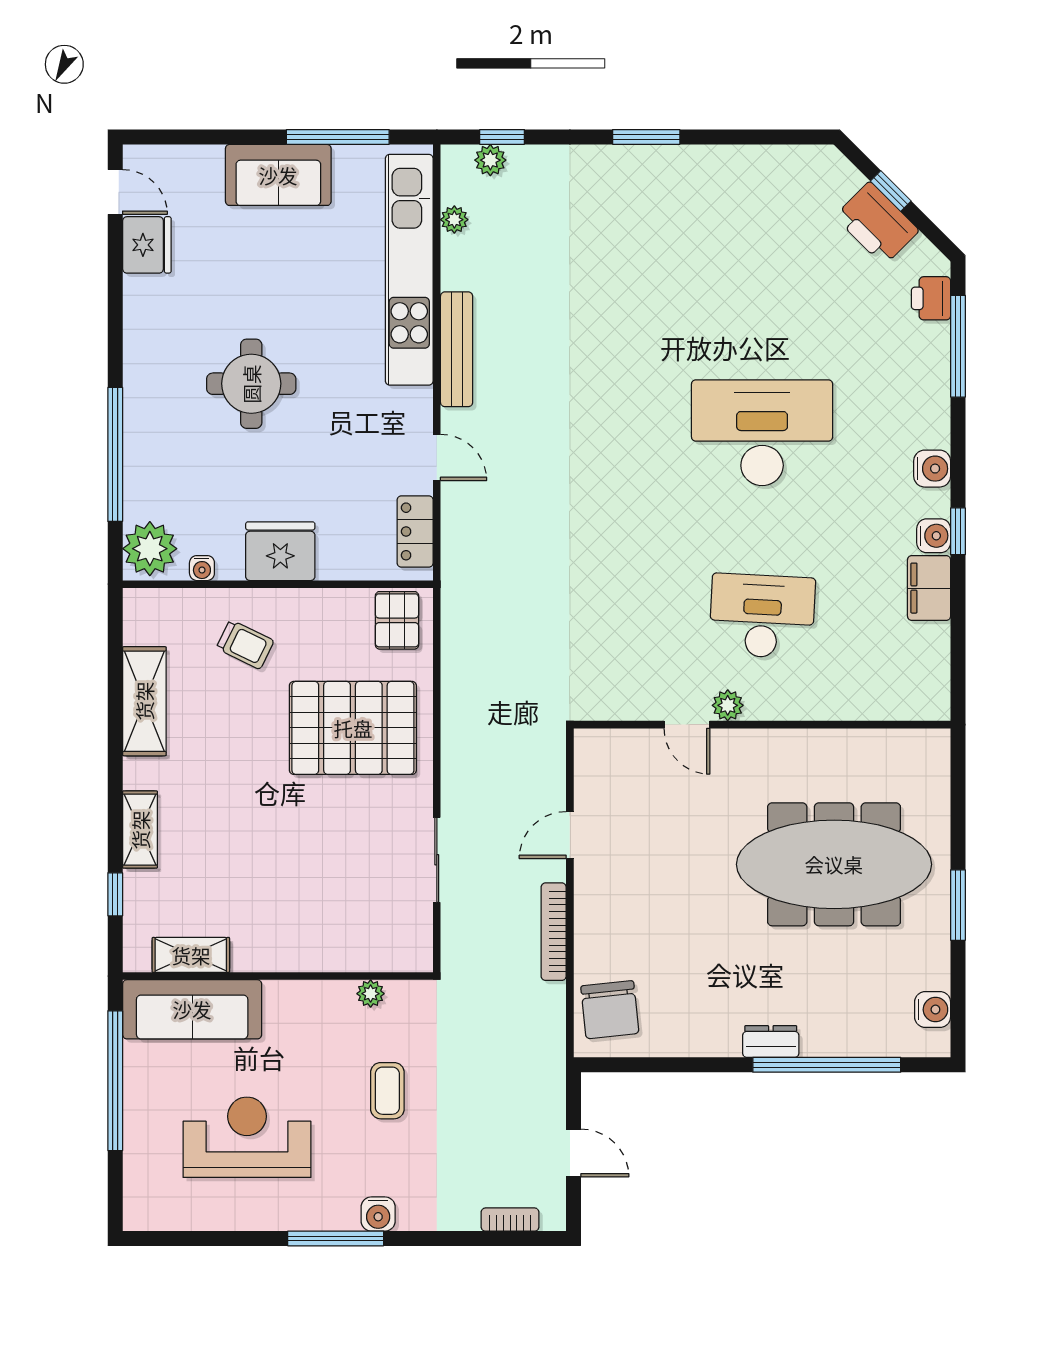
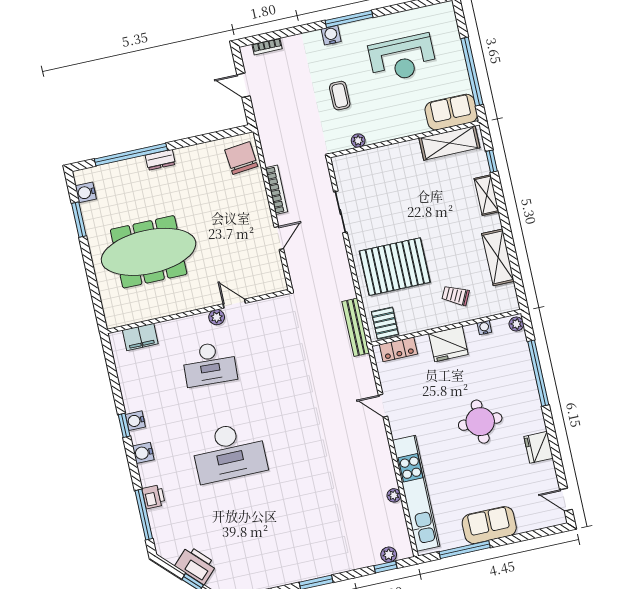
plant: (454, 220) -> (394, 495), moved
fridge: (147, 245) -> (539, 447), moved
printer: (931, 298) -> (153, 497), moved
bench: (457, 349) -> (356, 327), moved
locker: (415, 531) -> (398, 349), moved, turned 90
plant: (150, 549) -> (516, 324), width x0.53, depth x0.53
filing cabinet: (929, 588) -> (140, 337), moved, turned 90
window: (958, 905) -> (79, 220), moved
shelving: (191, 955) -> (449, 143), width x1.50, depth x1.33
sofa: (192, 1009) -> (451, 112), width x0.73

